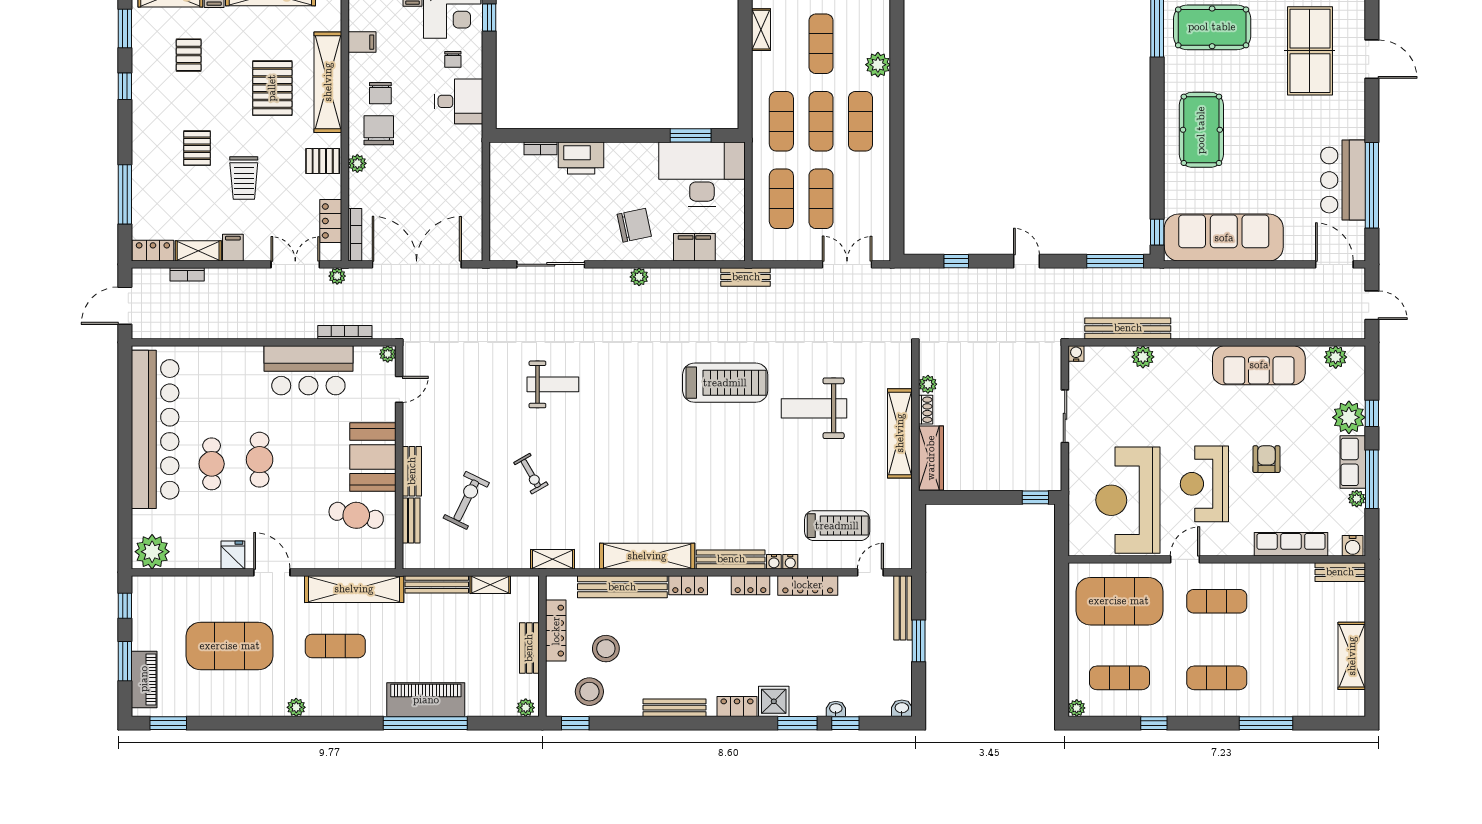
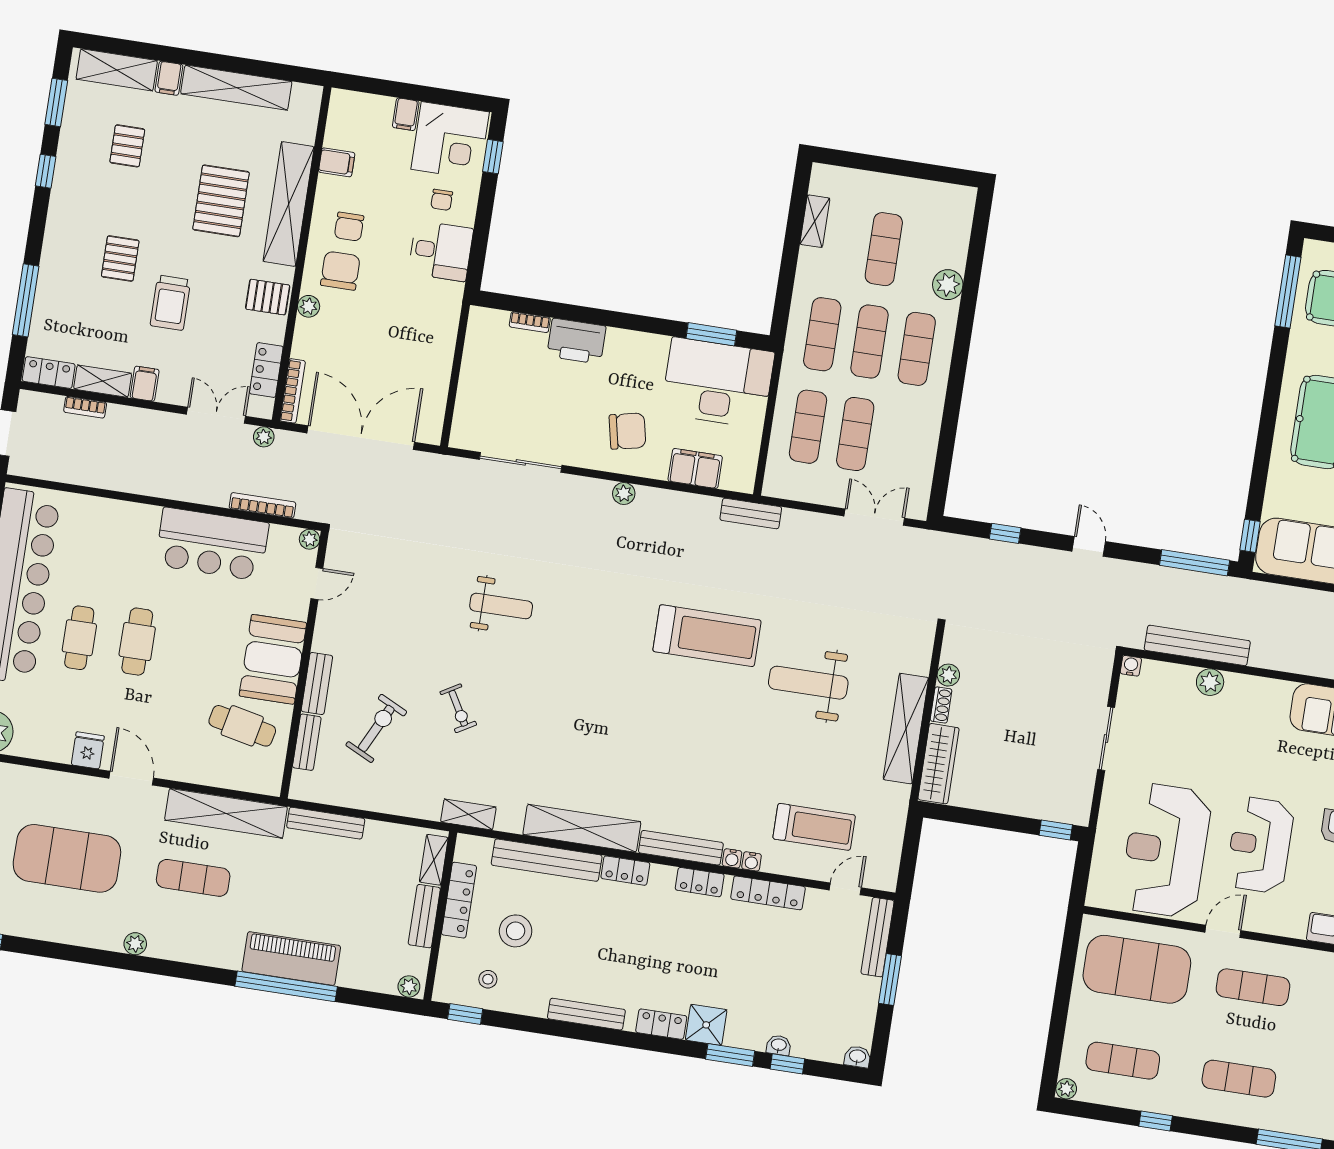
shelving: (490, 585) -> (434, 860), moved, turned 90
stool: (589, 692) -> (488, 979), width x0.53, depth x0.53

